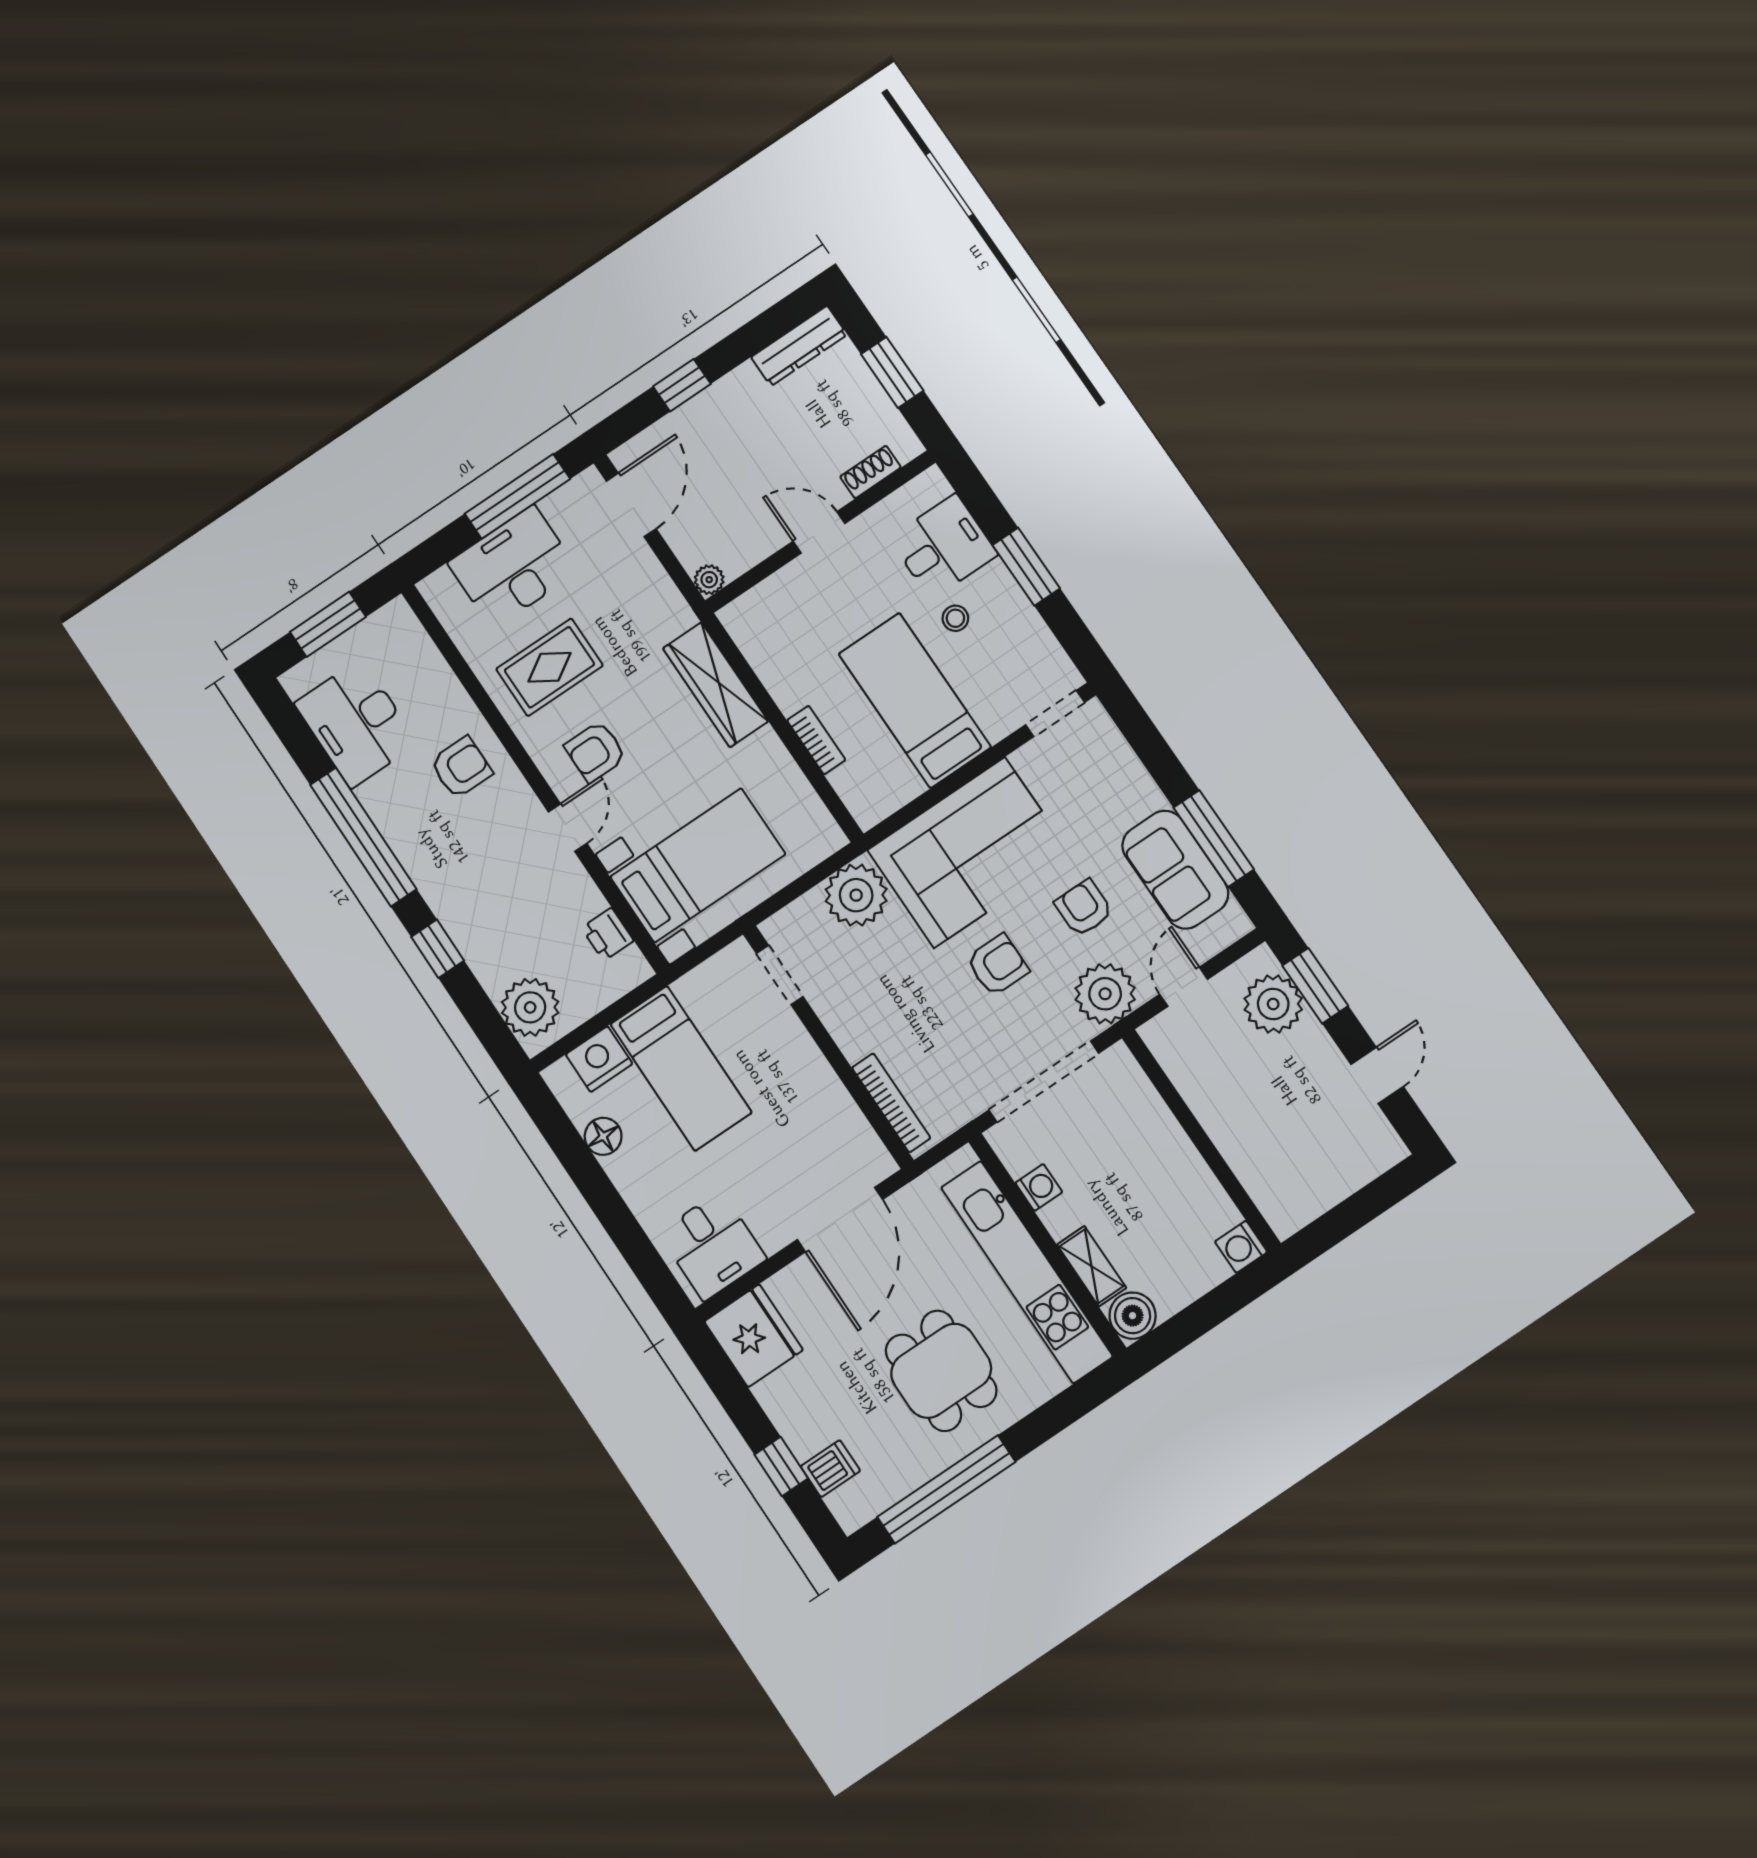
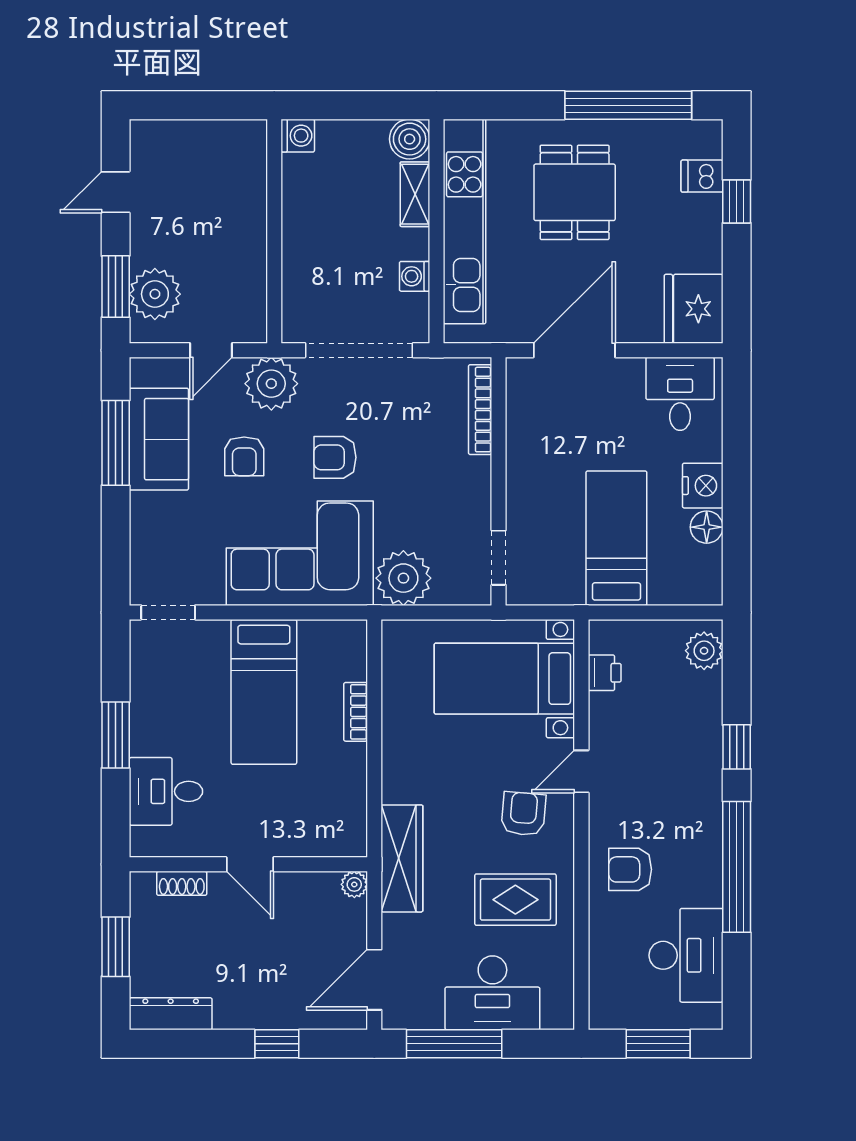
stool: (955, 618) -> (193, 732), removed
wardrobe: (716, 685) -> (402, 858), moved
armchair: (595, 752) -> (523, 814), turned -85
plant: (530, 1007) -> (704, 651), width x0.73, depth x0.73
nightstand: (599, 1059) -> (703, 486), moved, turned -90

